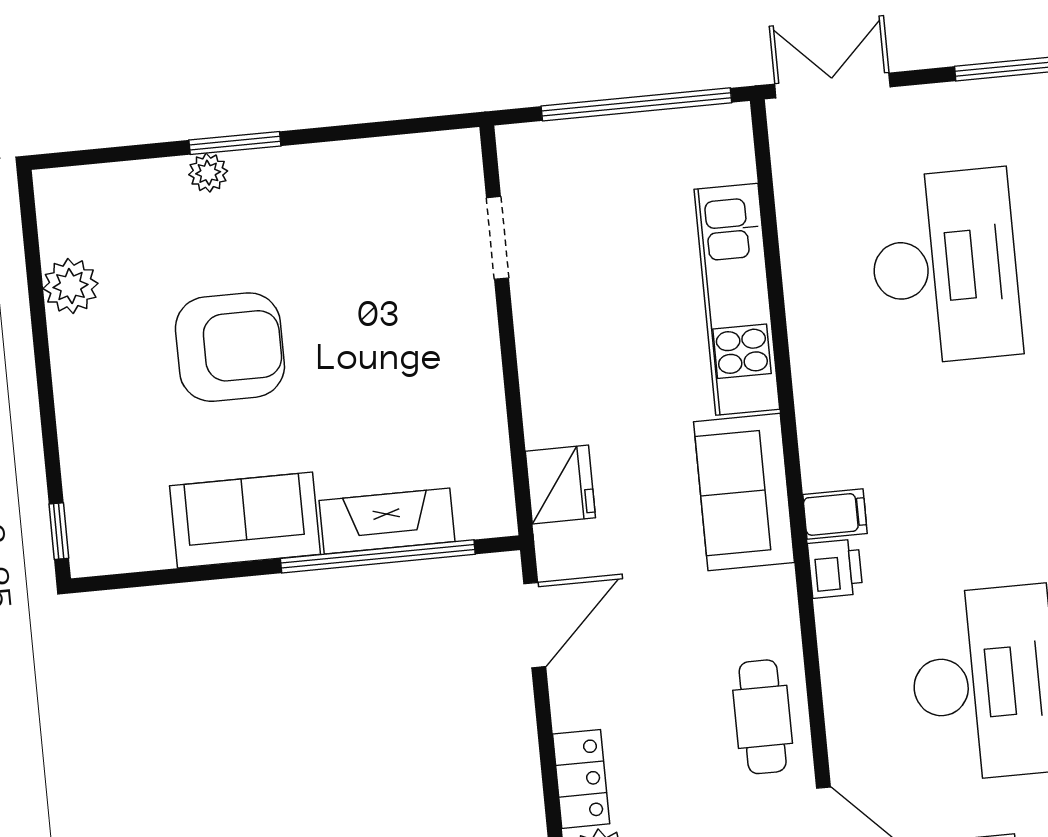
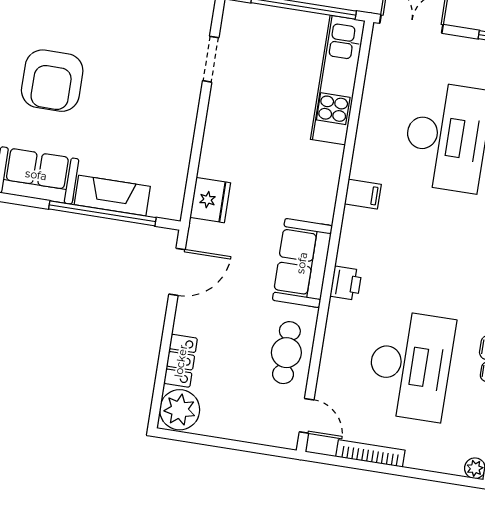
kitchen unit: (737, 299) -> (338, 80), moved
armchair: (230, 347) -> (52, 81), turned 90
sofa: (744, 492) -> (302, 263), moved
filing cabinet: (835, 514) -> (363, 194), moved

